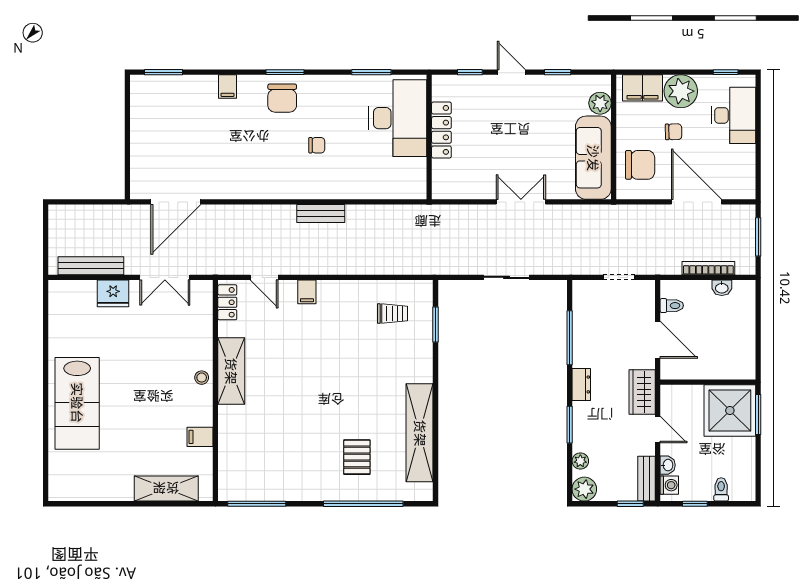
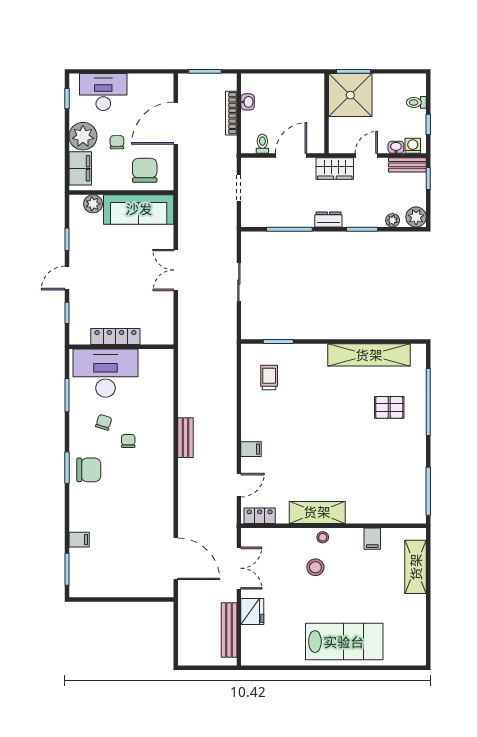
filing cabinet: (227, 86) -> (79, 540), moved
chair: (339, 116) -> (104, 422), added
stool: (166, 369) -> (315, 567), added

